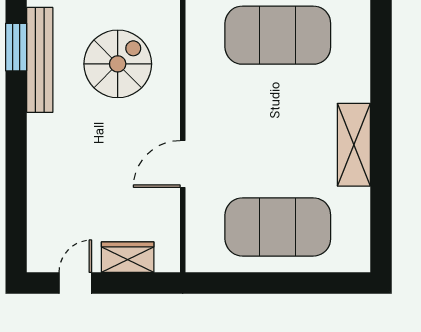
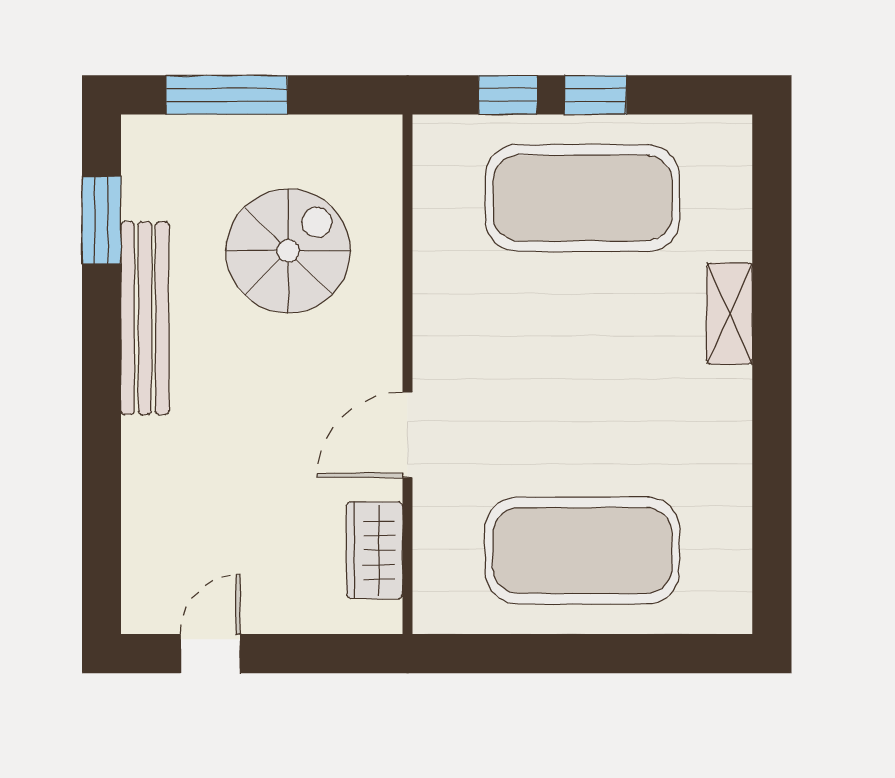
bench: (40, 60) -> (145, 318), moved
shelving: (354, 145) -> (730, 313), moved, width x0.67, depth x0.75
wardrobe: (128, 257) -> (375, 550), moved, turned -90

